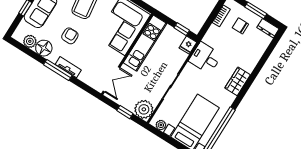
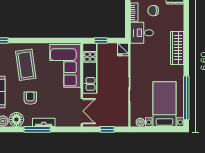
window: (182, 29) -> (101, 41), moved
desk: (205, 58) -> (142, 33), moved
wardrobe: (238, 81) -> (177, 48), width x1.50
plant: (144, 109) -> (120, 118), removed

